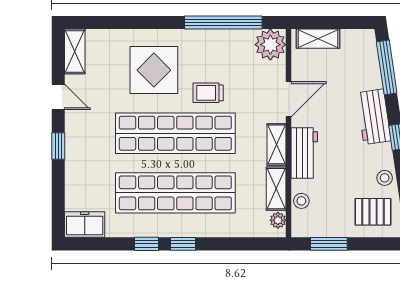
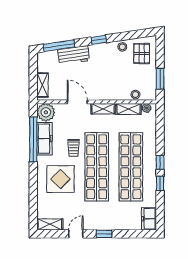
freezer: (225, 42) -> (45, 139), added
workbench: (374, 117) -> (74, 55), moved
workbench: (304, 153) -> (108, 93), removed

